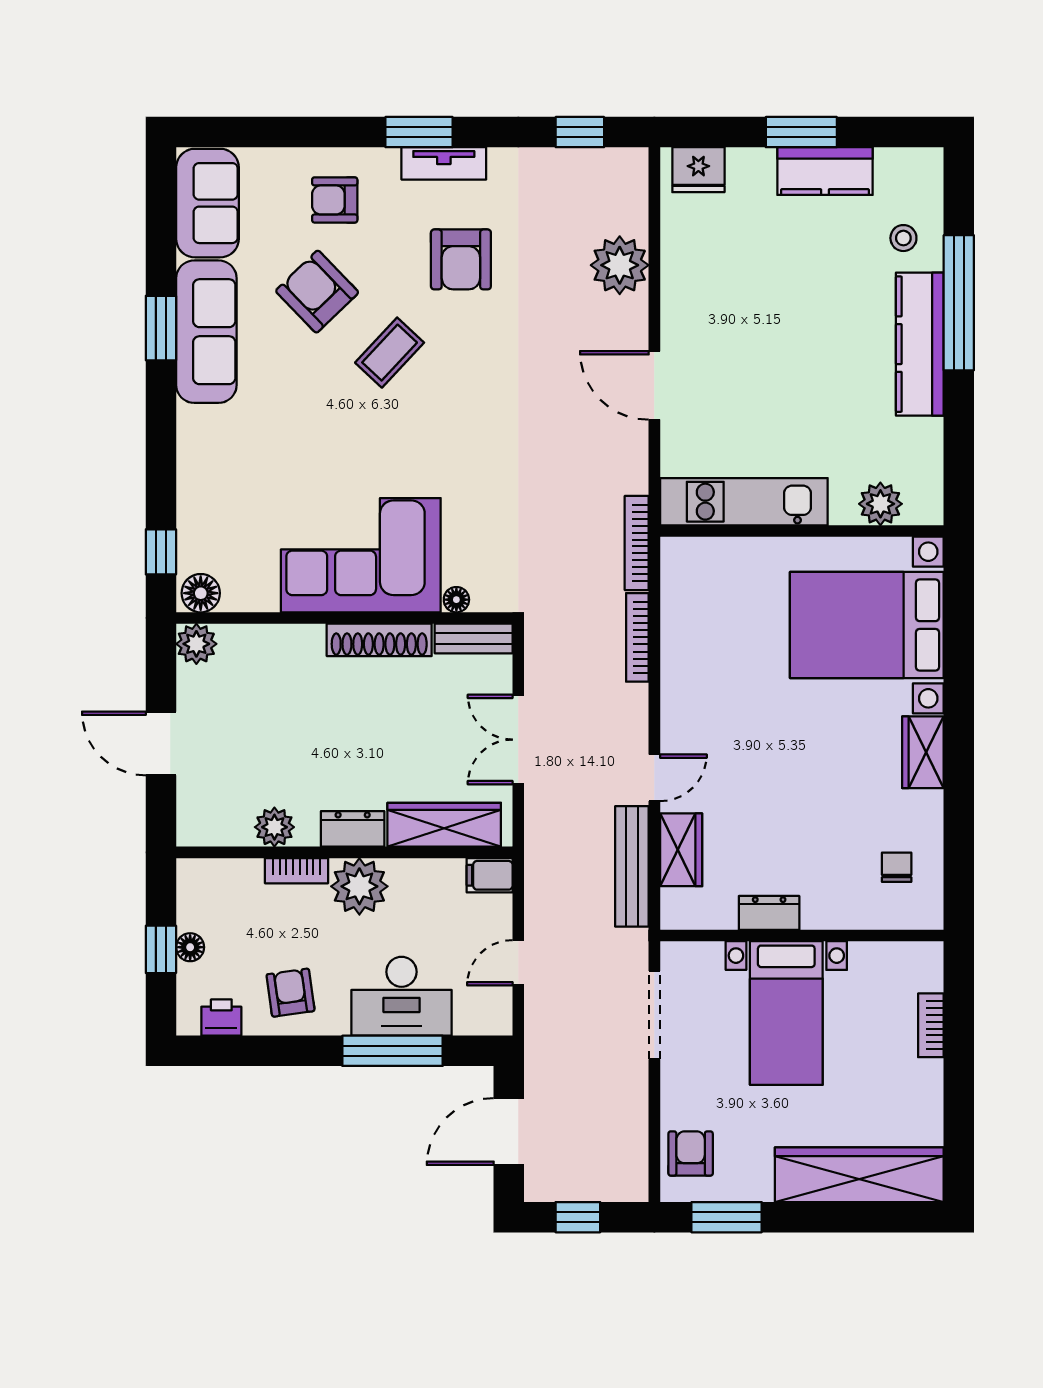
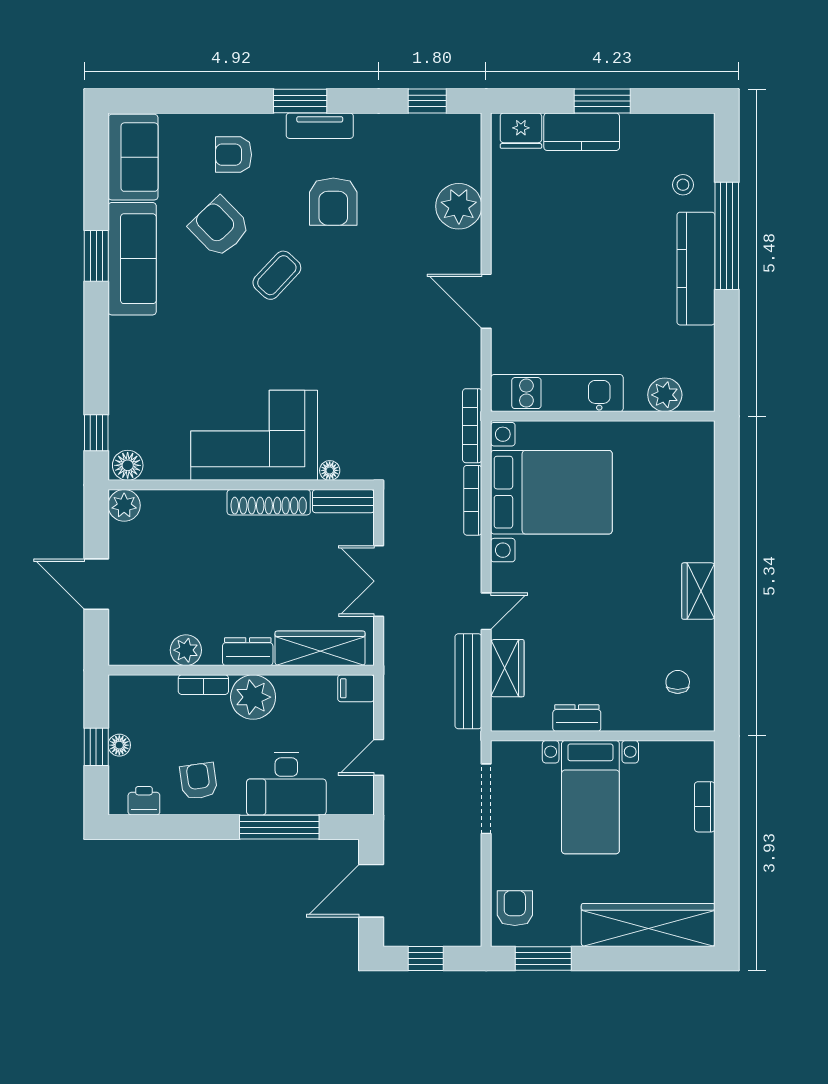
kitchen counter: (825, 171) -> (582, 132), moved
bed with nightstands: (867, 625) -> (551, 492), moved, turned 180

